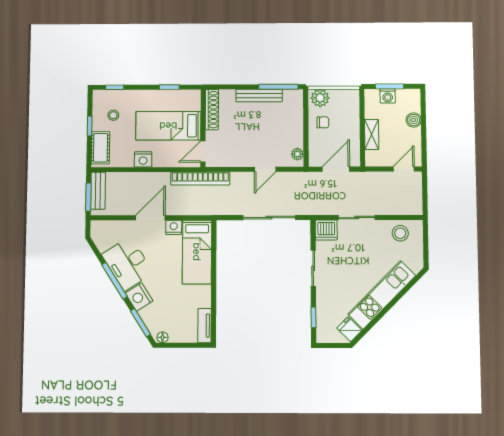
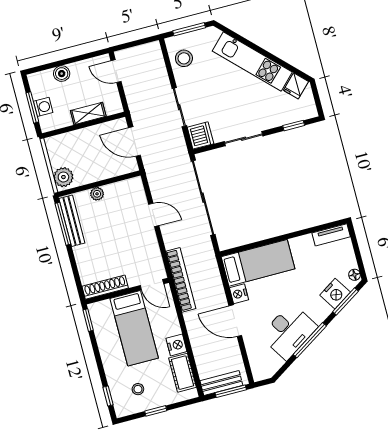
window: (169, 87) -> (88, 320), moved
bench: (259, 95) -> (72, 221), moved
chair: (323, 122) -> (89, 167), removed
cot: (101, 148) -> (182, 373), moved, turned 90
plant: (297, 154) -> (97, 194), moved
sliding door: (269, 218) -> (203, 198), width x1.36
window: (426, 245) -> (189, 29), added
nightstand: (139, 297) -> (335, 294), moved

